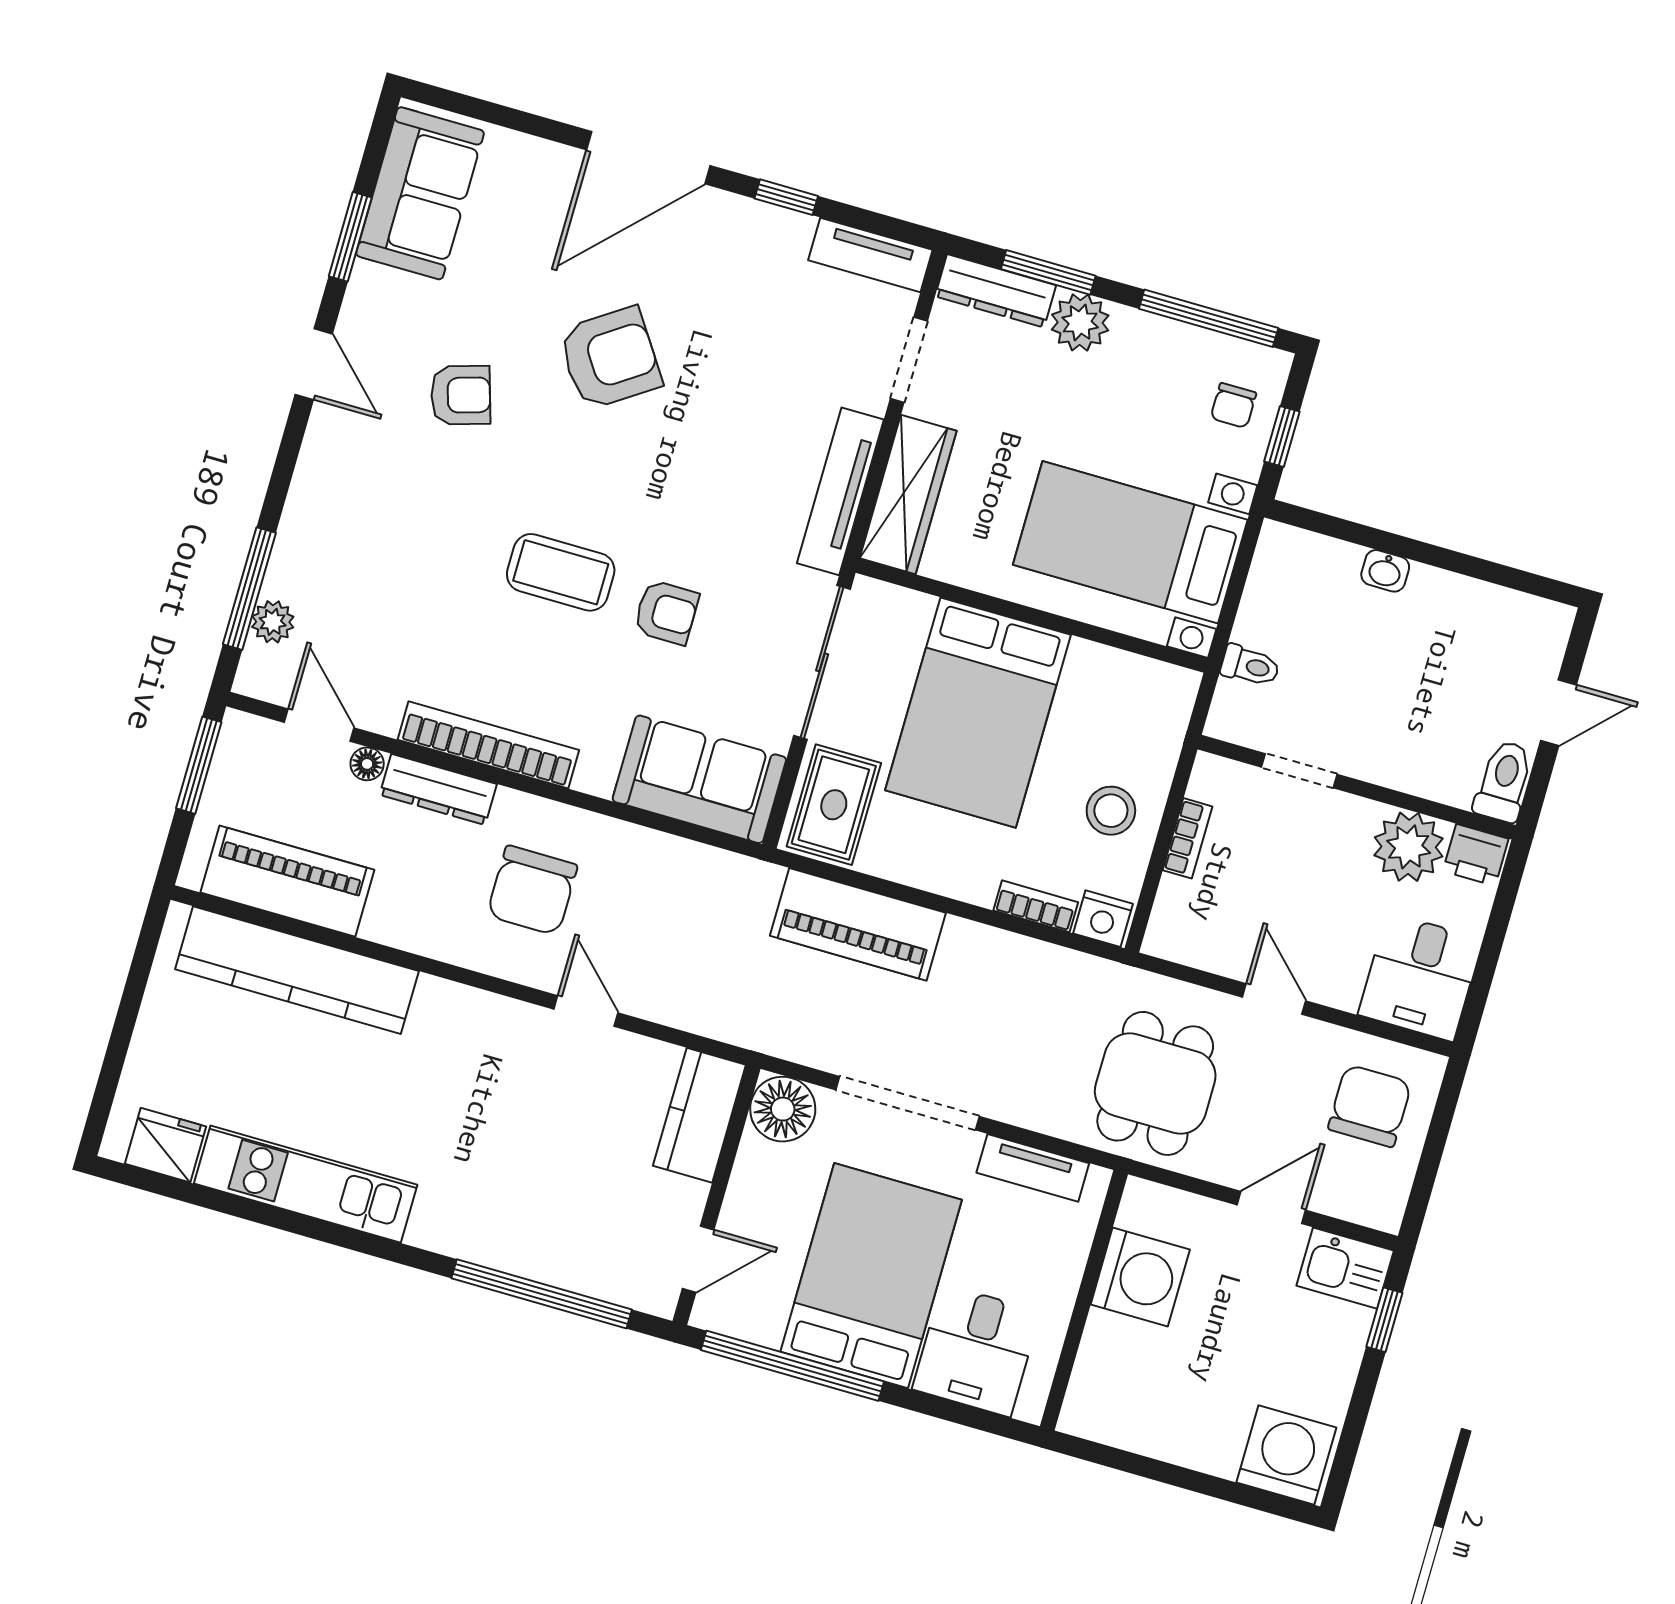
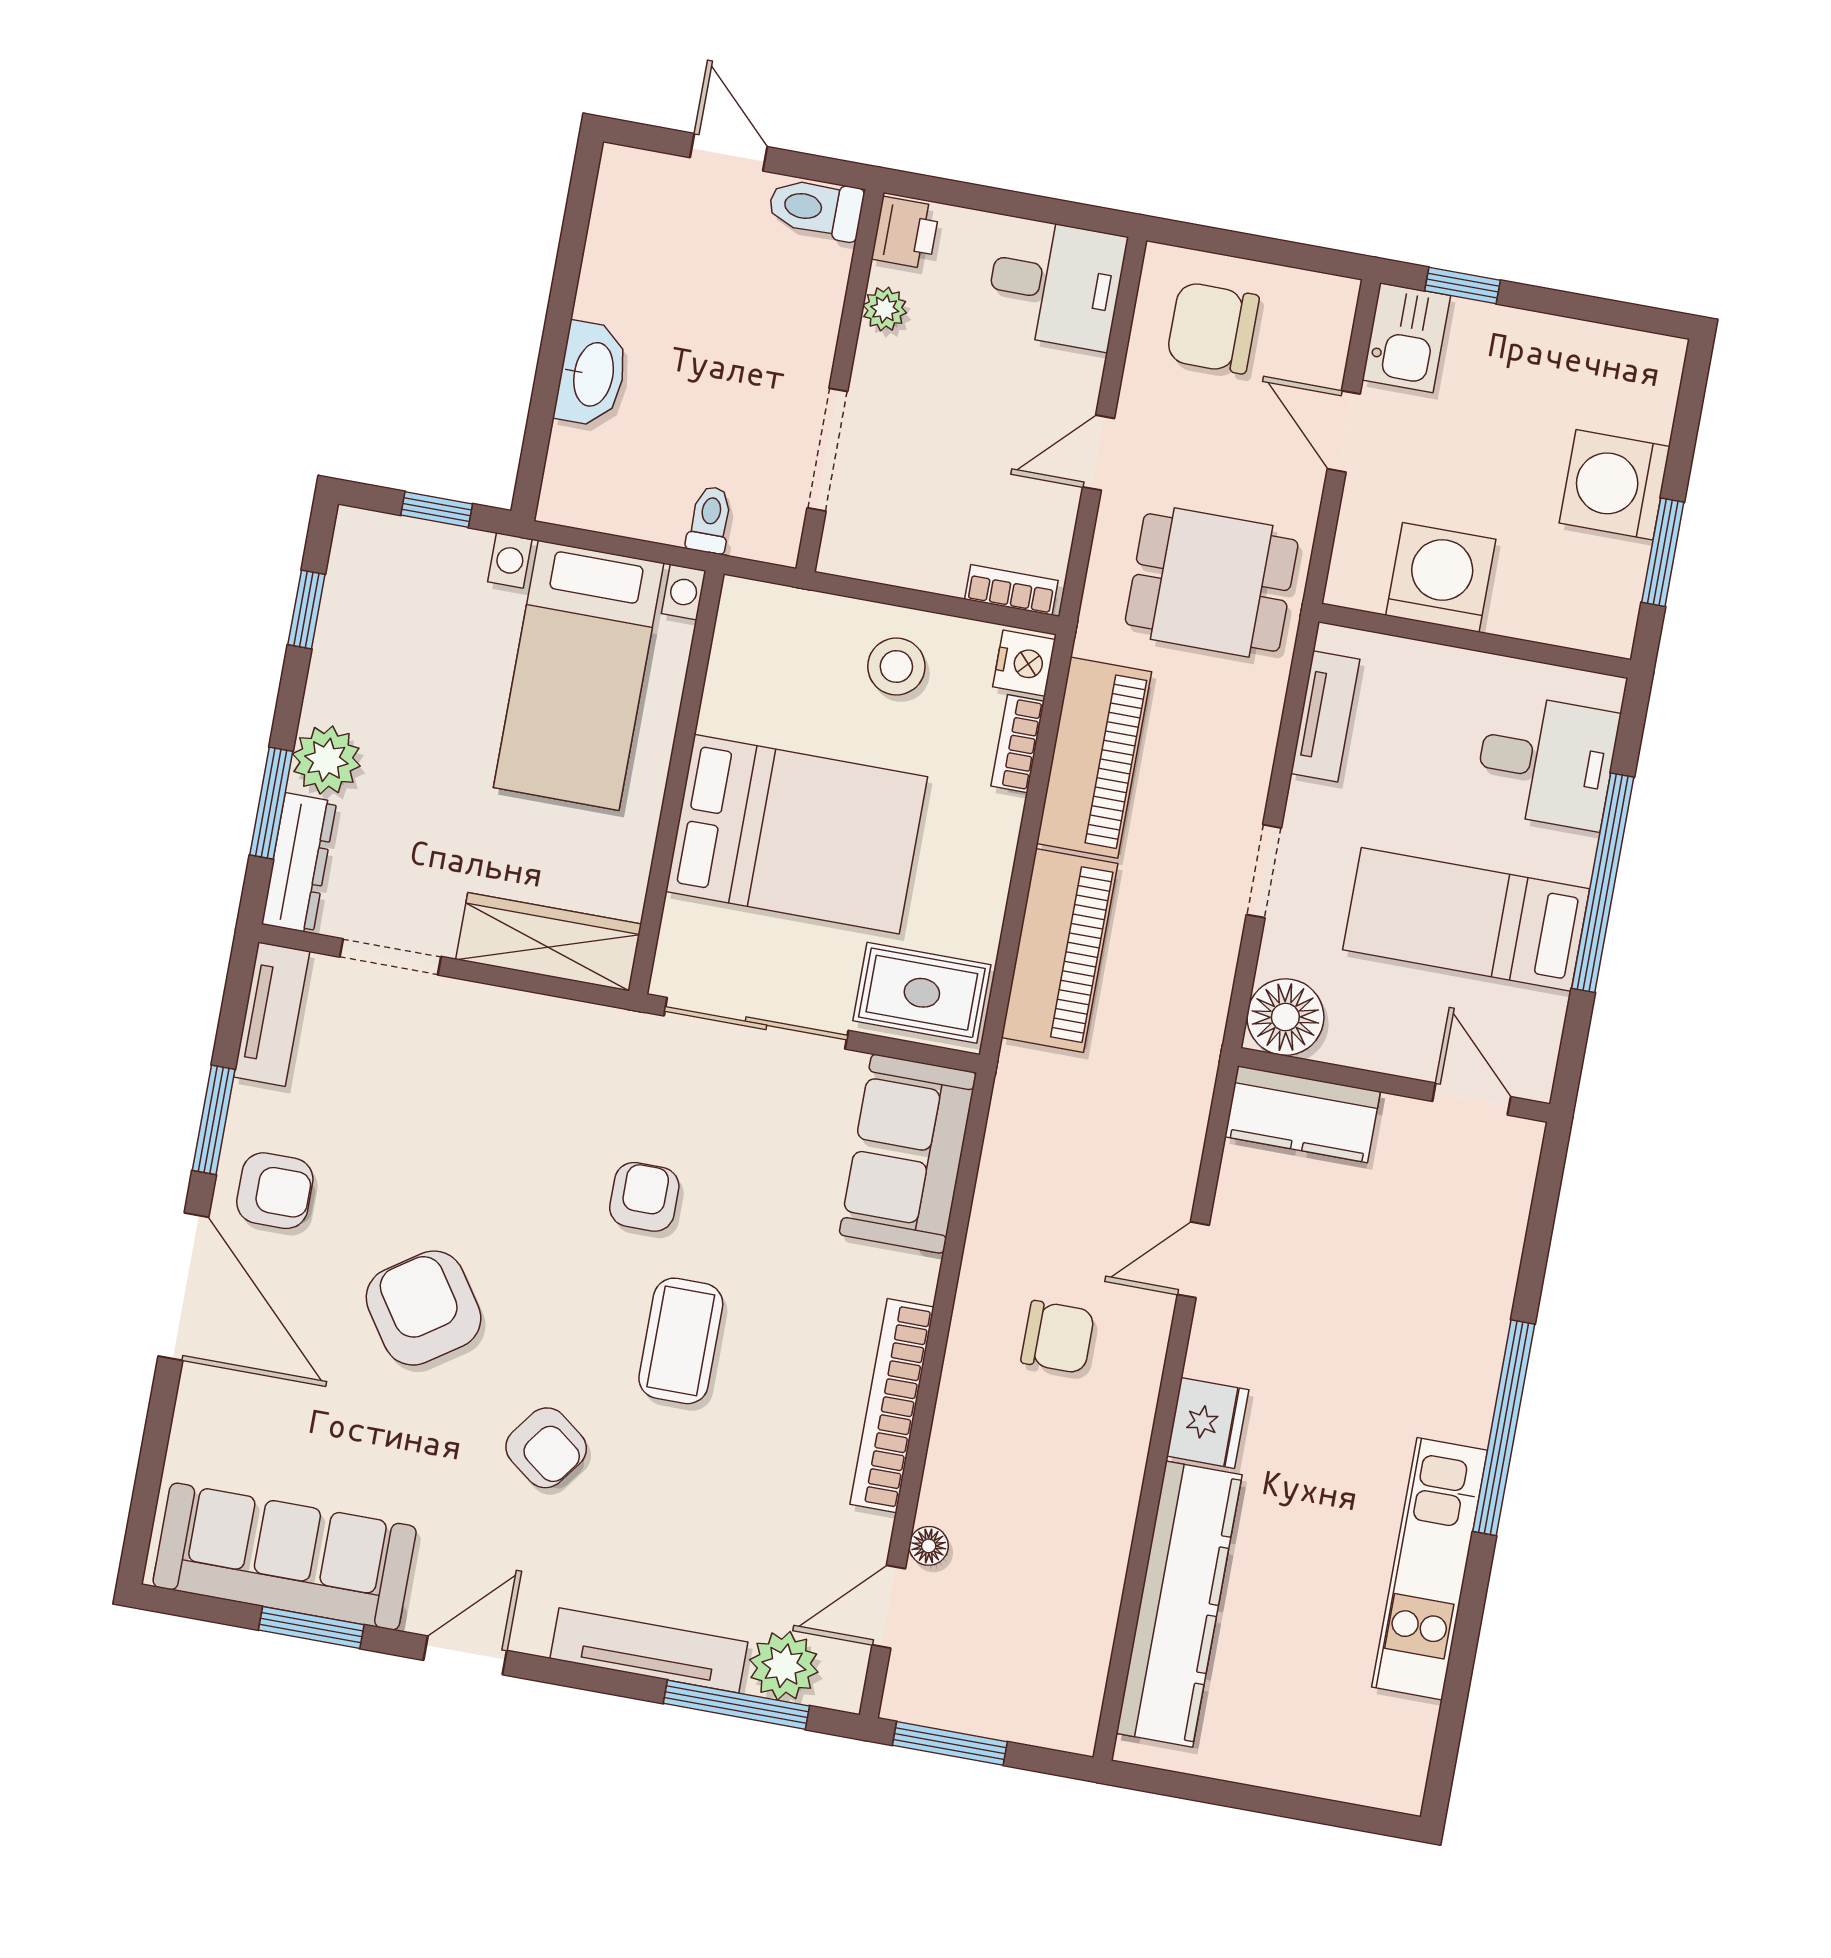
sofa: (420, 193) -> (285, 1557), width x1.36
window: (786, 197) -> (214, 1120), width x1.50
armchair: (721, 243) -> (275, 1191), added
window: (1209, 318) -> (306, 609), width x0.46
armchair: (461, 395) -> (546, 1448), moved, turned 144
chair: (1233, 406) -> (406, 570), removed
tv unit: (840, 491) -> (649, 1650), moved, turned 180
washbasin: (1385, 571) -> (592, 374), width x1.91, depth x1.45
armchair: (666, 612) -> (644, 1197), moved
plant: (273, 622) -> (784, 1666), width x1.38, depth x1.38
doorway: (1299, 771) -> (827, 450), width x1.38
dresser: (438, 789) -> (950, 1459), removed
bookcase: (1188, 838) -> (1011, 590), moved
plant: (1409, 847) -> (885, 309), width x0.53, depth x0.53
piano: (287, 881) -> (1094, 758), moved, turned 180
chair: (532, 890) -> (1058, 1337), width x0.73, depth x0.73
doorway: (907, 1103) -> (1264, 871), width x0.53
fridge: (166, 1145) -> (1208, 1423), moved, turned 180
bed: (871, 1276) -> (1466, 919), width x0.67
window: (542, 1294) -> (1504, 1428), moved
window: (792, 1366) -> (1603, 883), moved
washing machine: (1286, 1455) -> (1615, 485), moved
window: (1143, 1466) -> (1663, 552), added

